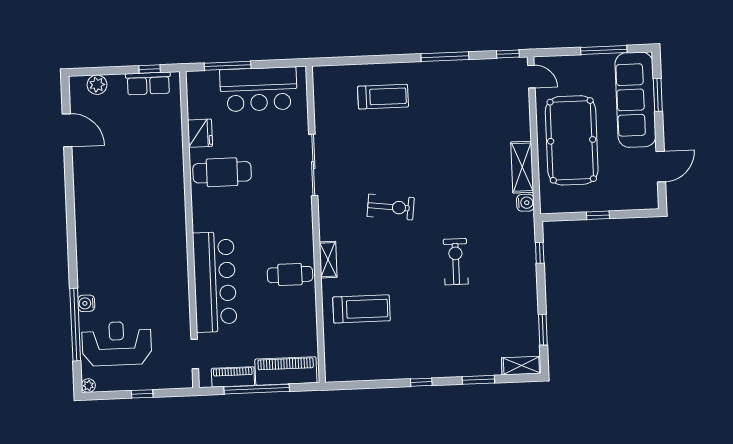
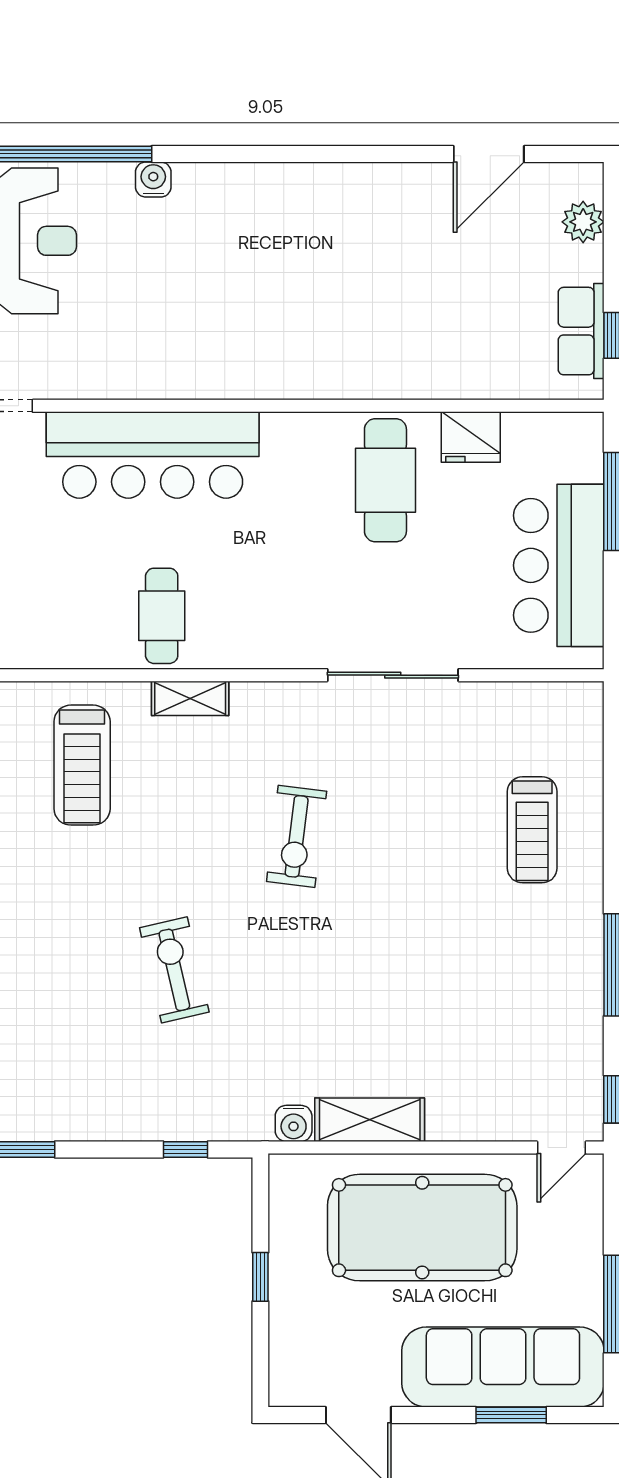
exercise bike: (456, 262) -> (174, 970), turned -103
water cooler: (86, 303) -> (153, 179), moved

